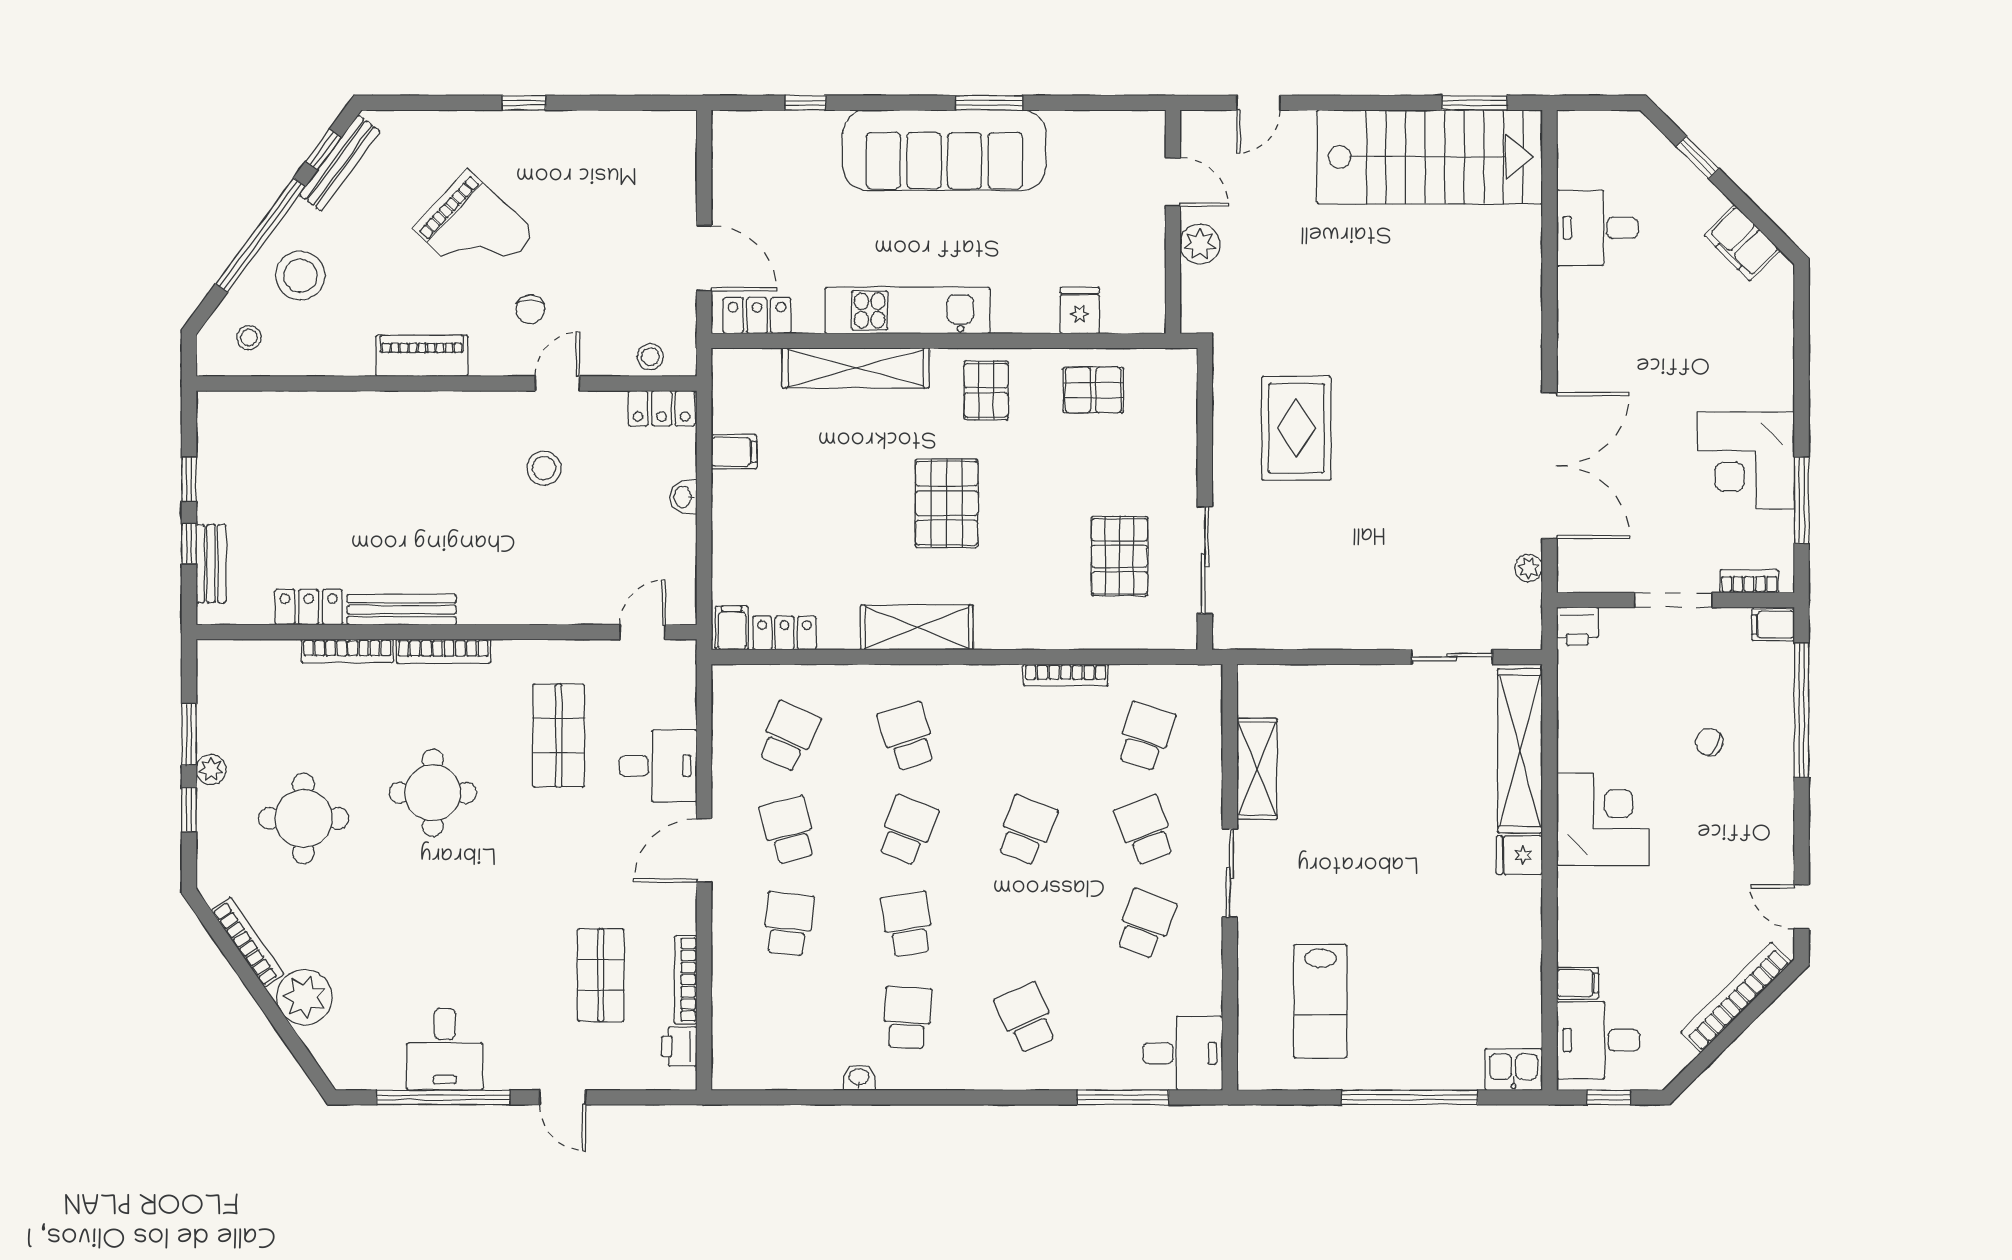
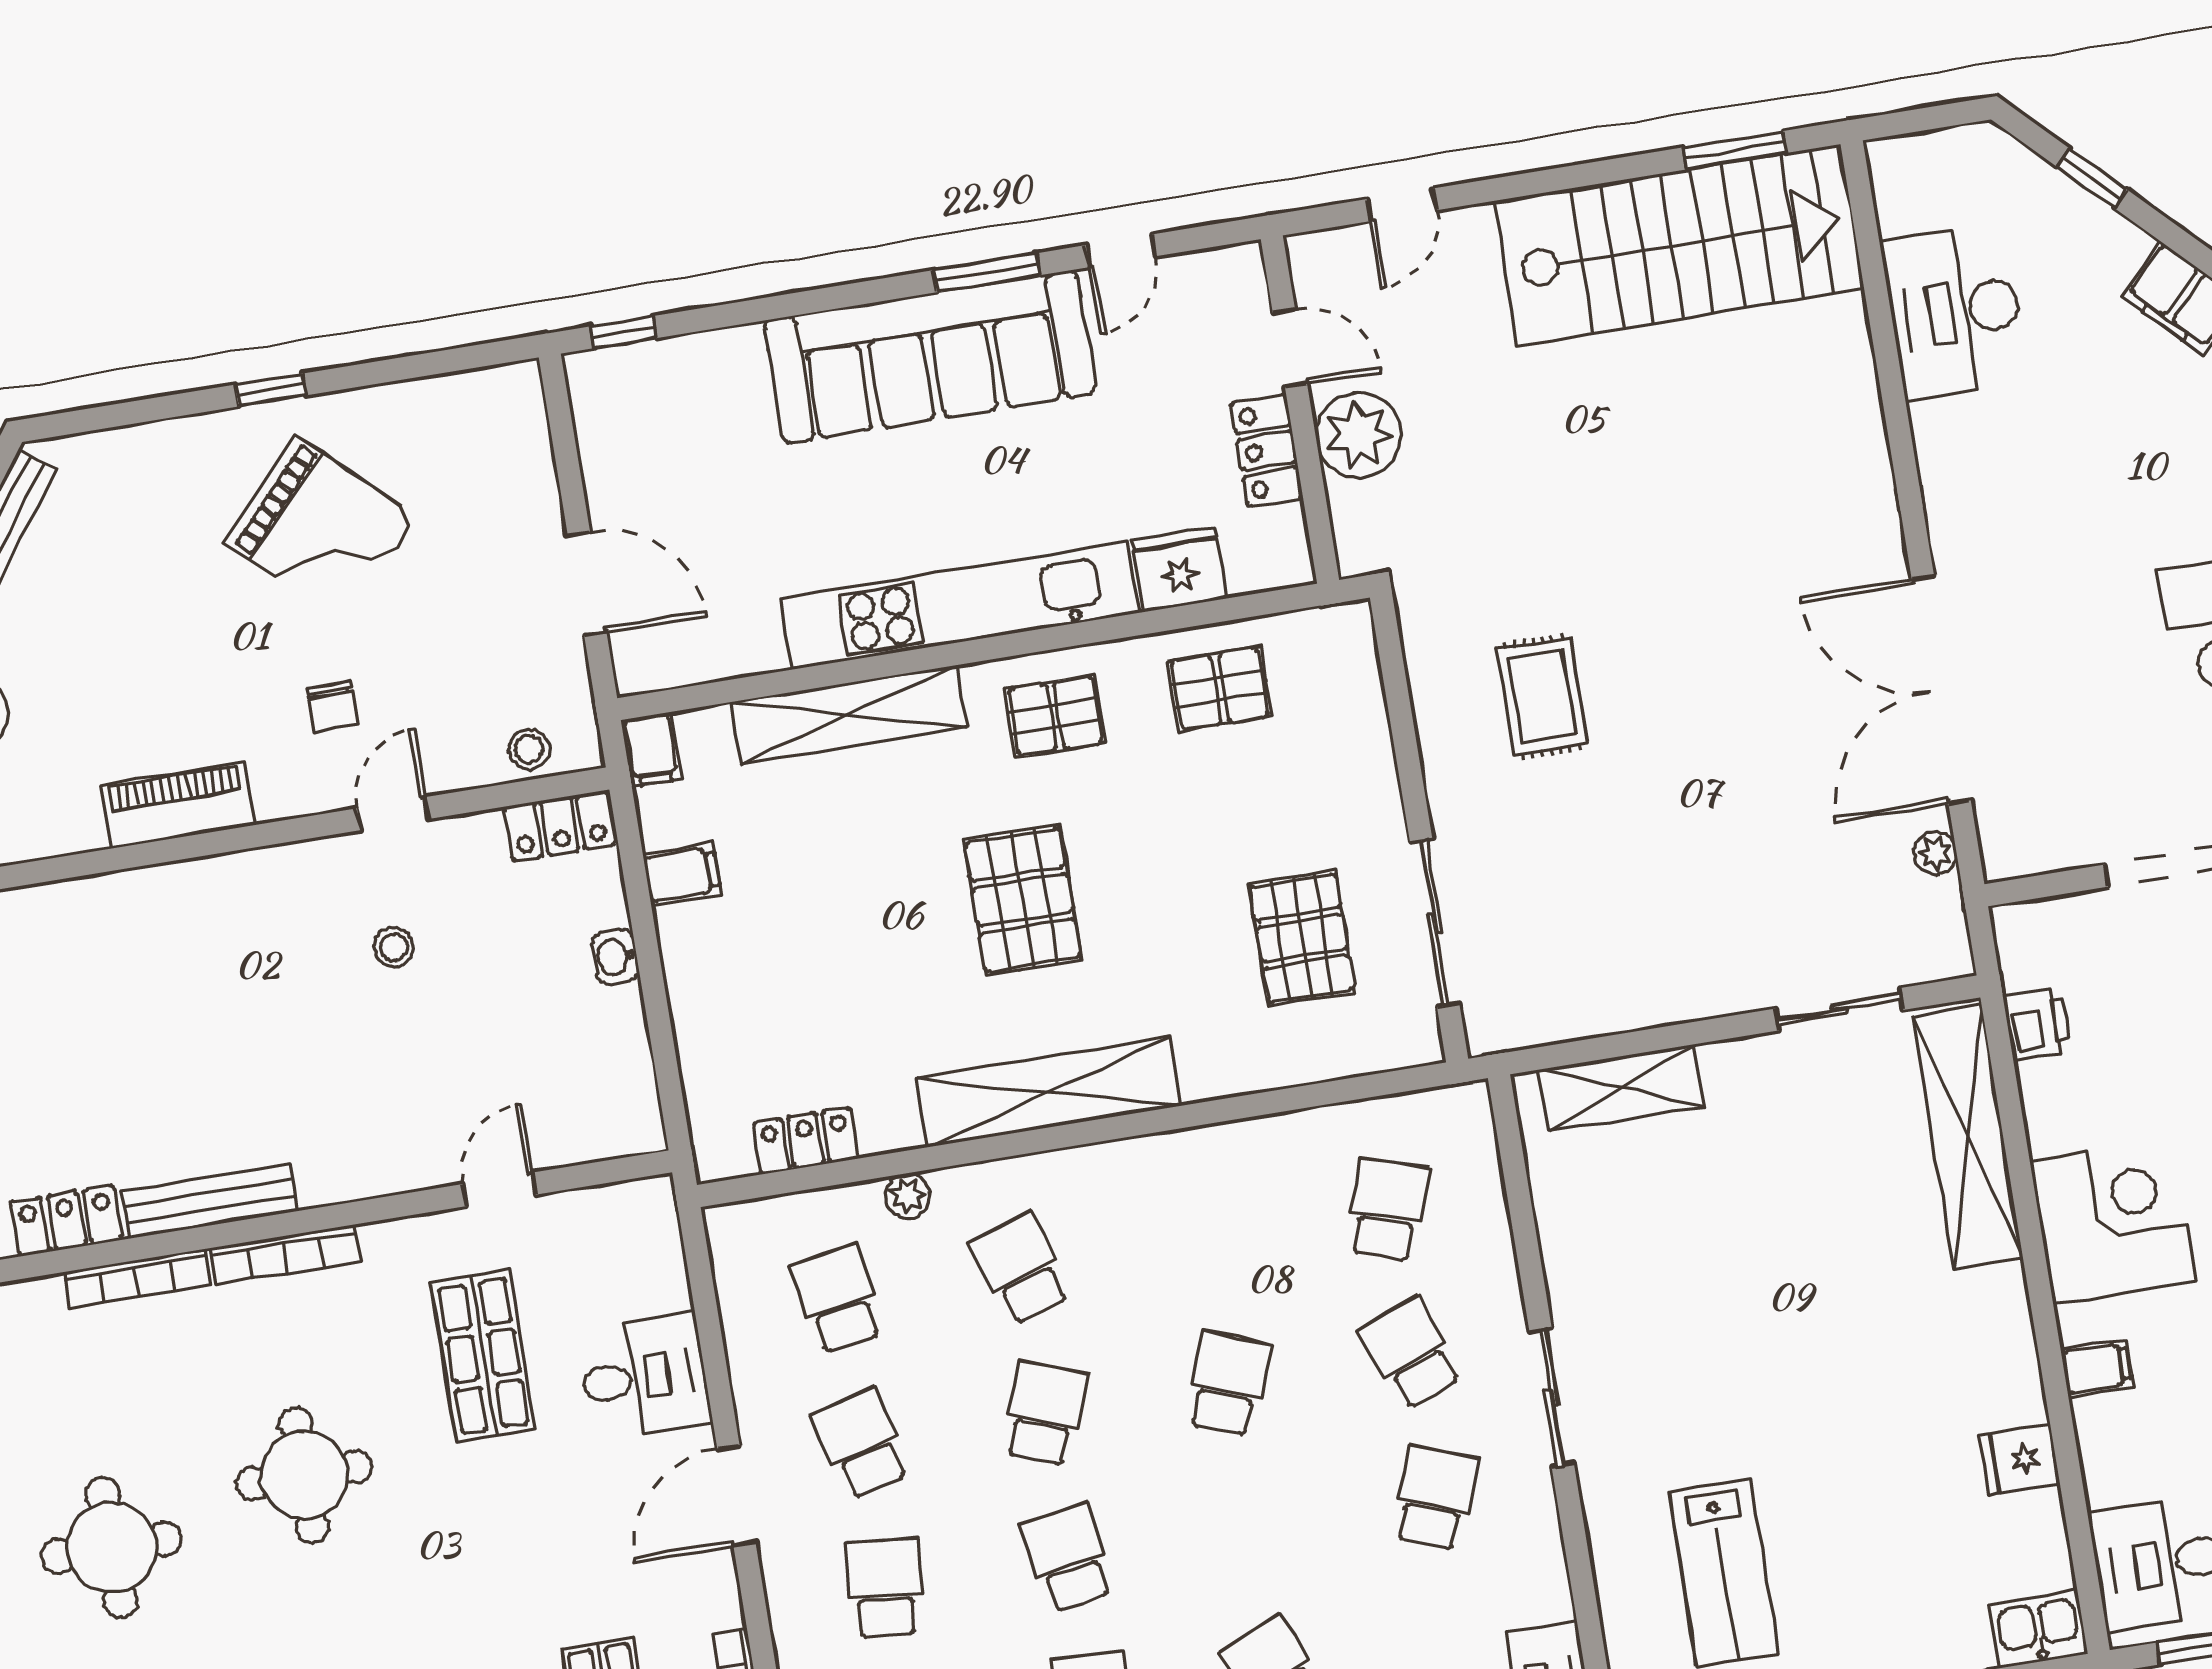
window: (805, 103) -> (623, 332), moved
door: (1076, 103) -> (1121, 251), added
desk: (1597, 228) -> (1955, 312), width x1.37
grand piano: (474, 231) -> (321, 529), moved
plant: (1200, 244) -> (1358, 435), width x1.36, depth x1.36
kitchen unit: (908, 310) -> (960, 605), width x1.36
fridge: (1080, 310) -> (1179, 569), width x1.38
locker: (757, 316) -> (1267, 451), moved, turned -90
pallet: (986, 390) -> (1055, 716), turned 90
rug: (1296, 428) -> (1542, 696), width x0.73, depth x0.70
double door: (1549, 465) -> (1941, 690), swing flipped
stool: (544, 468) -> (394, 947), width x0.73, depth x0.73
printer: (1577, 626) -> (2037, 1023), moved, turned -90
shelving: (917, 627) -> (1049, 1092), width x1.47
filing cabinet: (732, 628) -> (651, 750), moved, turned 180
door: (642, 632) -> (499, 1189), moved
bookcase: (1066, 675) -> (1249, 1134), removed
plant: (843, 678) -> (908, 1196), added
school desk: (788, 736) -> (838, 1299), turned -33
shelving: (1257, 769) -> (1621, 1088), moved, turned 90
fridge: (1519, 855) -> (2020, 1460), moved
filing cabinet: (1578, 983) -> (2097, 1368), moved

